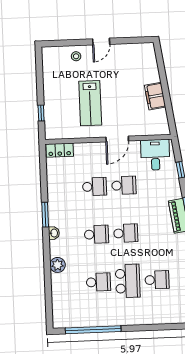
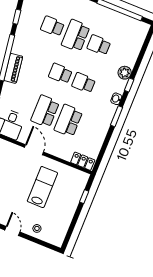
door: (101, 42) -> (12, 231), hinge flipped
door: (117, 139) -> (34, 150), hinge flipped
school desk: (124, 185) -> (45, 111), width x1.85
school desk: (95, 187) -> (68, 121), width x1.85
window: (47, 254) -> (129, 85), added

